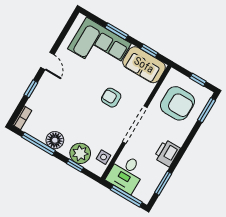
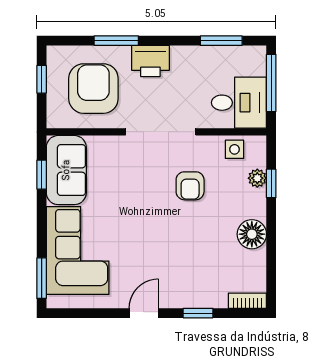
window: (117, 31) -> (42, 278), moved
armchair: (111, 98) -> (190, 186), moved
window: (206, 110) -> (116, 41), moved
window: (38, 144) -> (271, 255), removed
plant: (80, 153) -> (257, 178), width x0.53, depth x0.53
printer: (167, 153) -> (150, 61), moved

